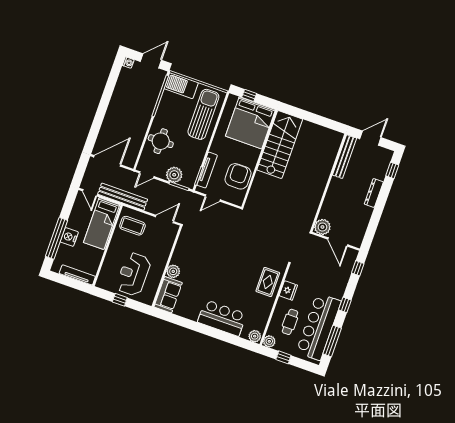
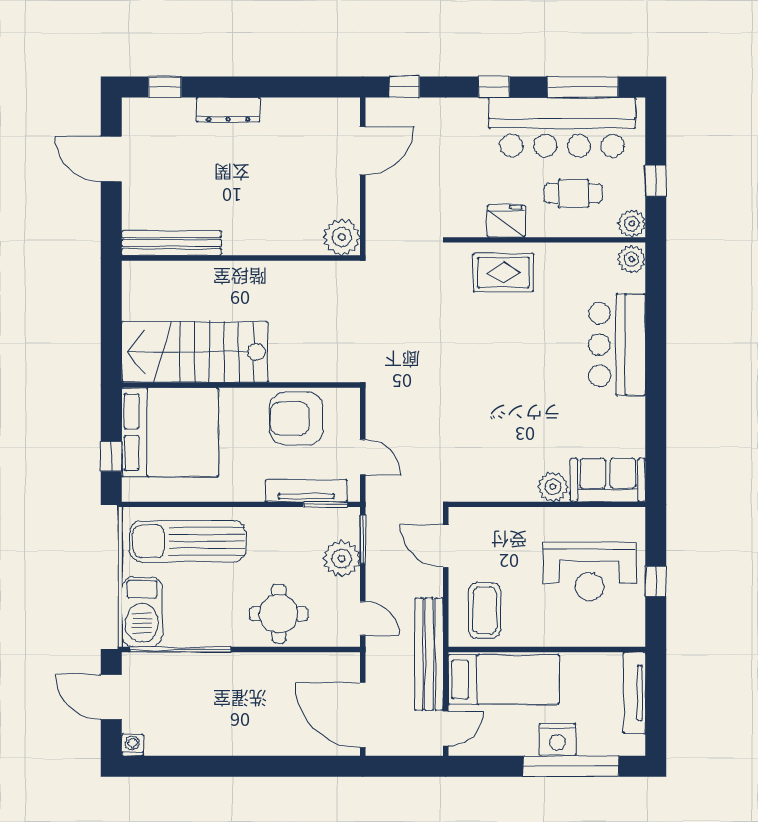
bench: (344, 157) -> (171, 243), moved
wall: (328, 183) -> (241, 258), moved
plant: (322, 227) -> (342, 237), moved

